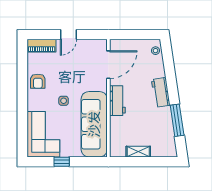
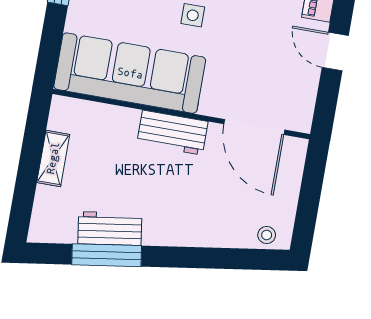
workbench: (161, 92) -> (110, 229), moved

